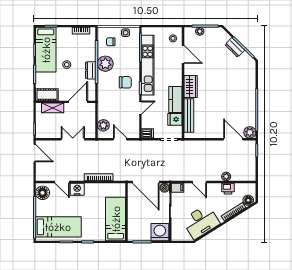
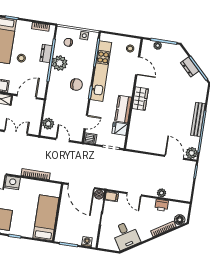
dresser: (91, 70) -> (46, 54), moved
door: (140, 108) -> (86, 122), moved
bench: (189, 115) -> (198, 119), moved
desk: (201, 222) -> (126, 235), width x0.73
washing machine: (160, 232) -> (87, 242), width x0.53, depth x0.53

